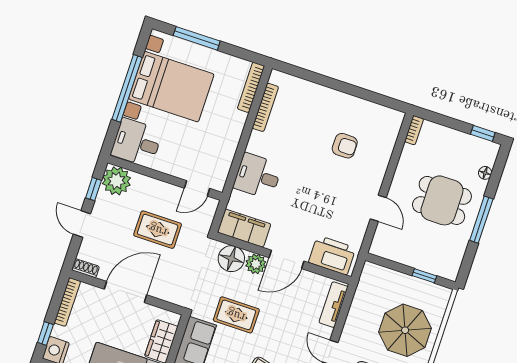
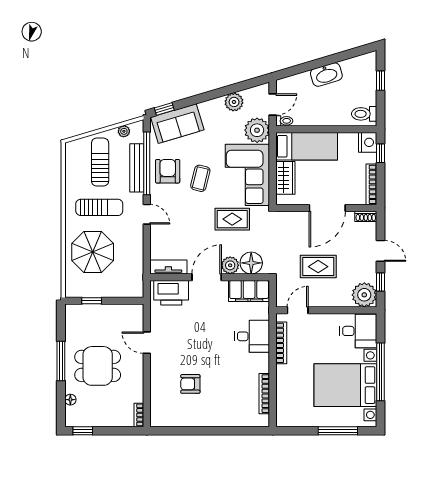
bookcase: (251, 87) -> (281, 343), moved
tv unit: (334, 305) -> (168, 267), moved, turned -90

